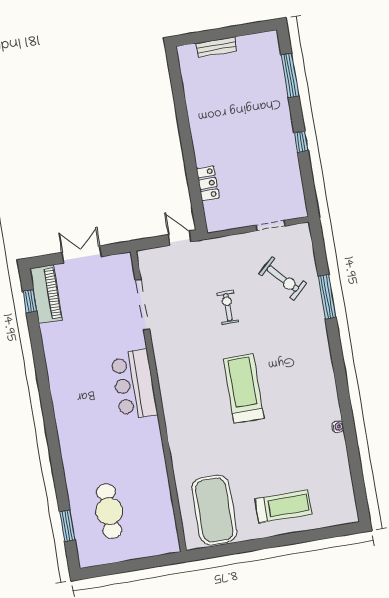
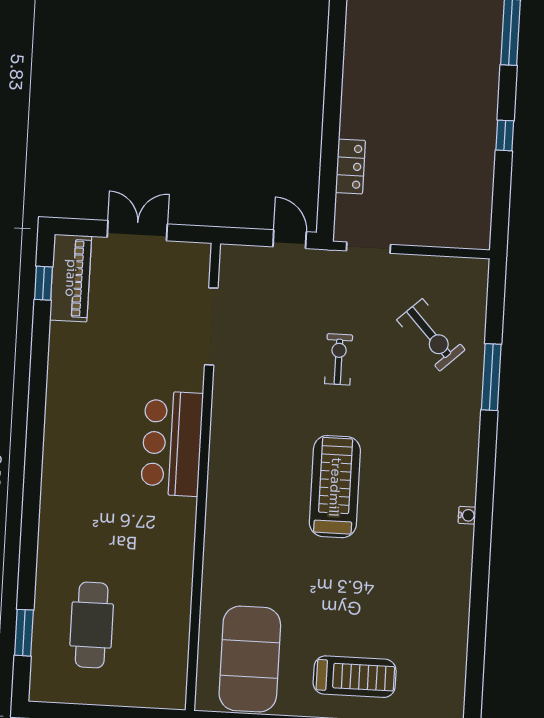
doorway: (271, 226) -> (368, 248), moved
water cooler: (338, 427) -> (467, 515), moved

